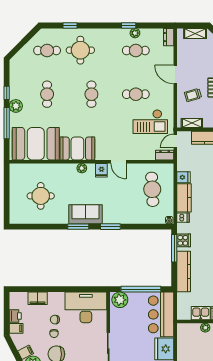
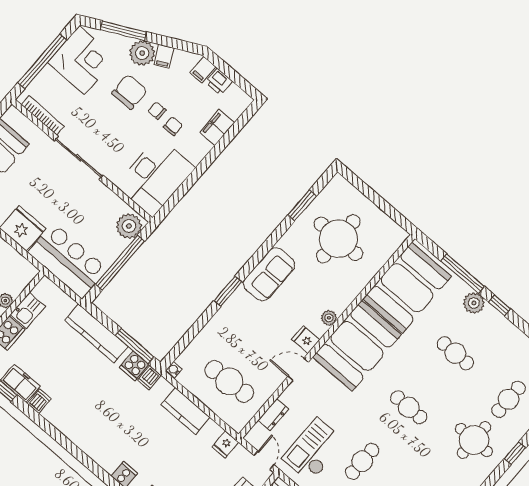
booth: (77, 149) -> (357, 346), width x1.36, depth x1.42
dresser: (165, 155) -> (273, 415), moved
fridge: (183, 177) -> (225, 444), moved
round table: (41, 196) -> (338, 239), width x1.36, depth x1.36
dishwasher: (183, 218) -> (149, 378), moved
window: (78, 227) -> (302, 205), moved

